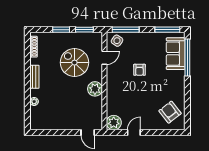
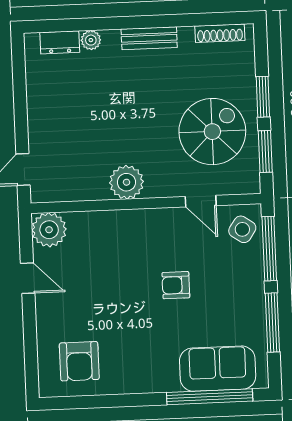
window: (167, 30) -> (272, 323), moved
spiral stairs: (74, 63) -> (212, 132), moved
armchair: (170, 112) -> (79, 361), turned 128
dresser: (35, 115) -> (60, 42), added

